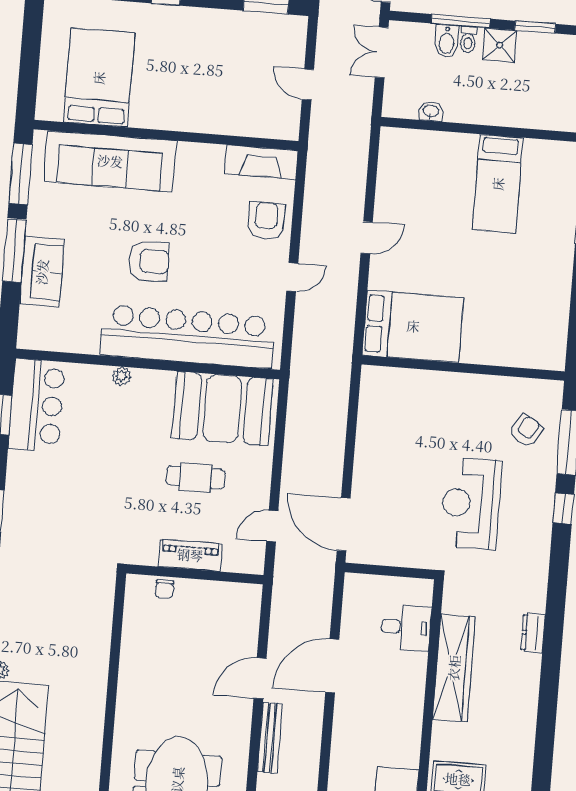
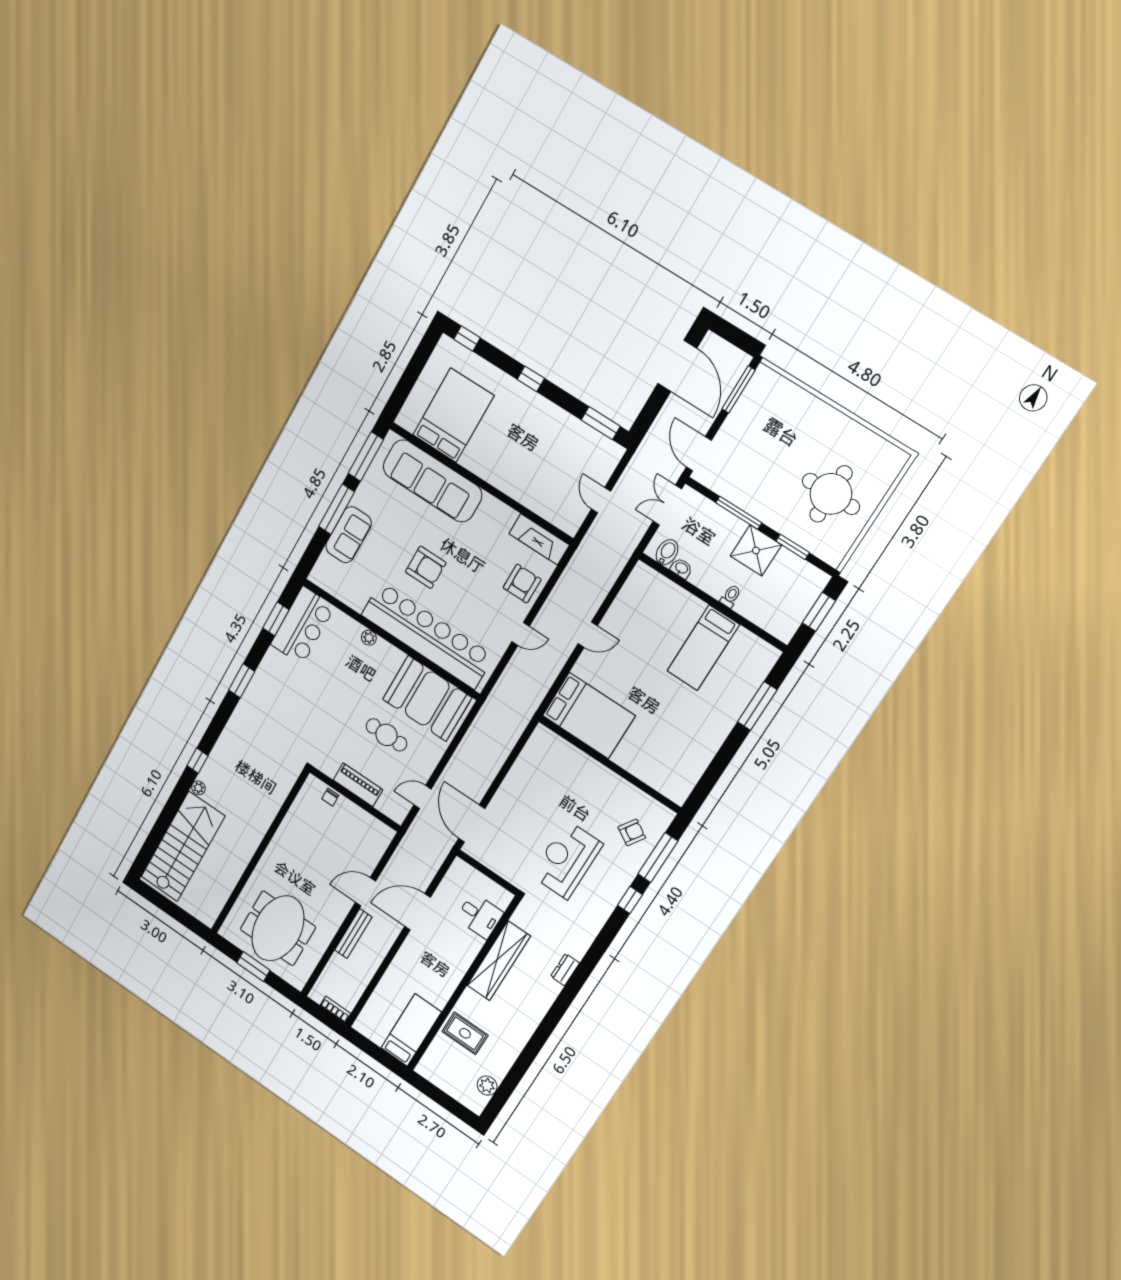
toilet: (468, 40) -> (731, 596), moved, turned 180
bidet: (447, 41) -> (667, 552), moved, turned 180
shower: (500, 45) -> (756, 550), width x1.36, depth x1.36

